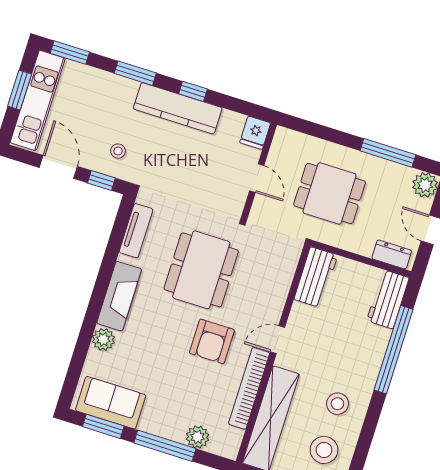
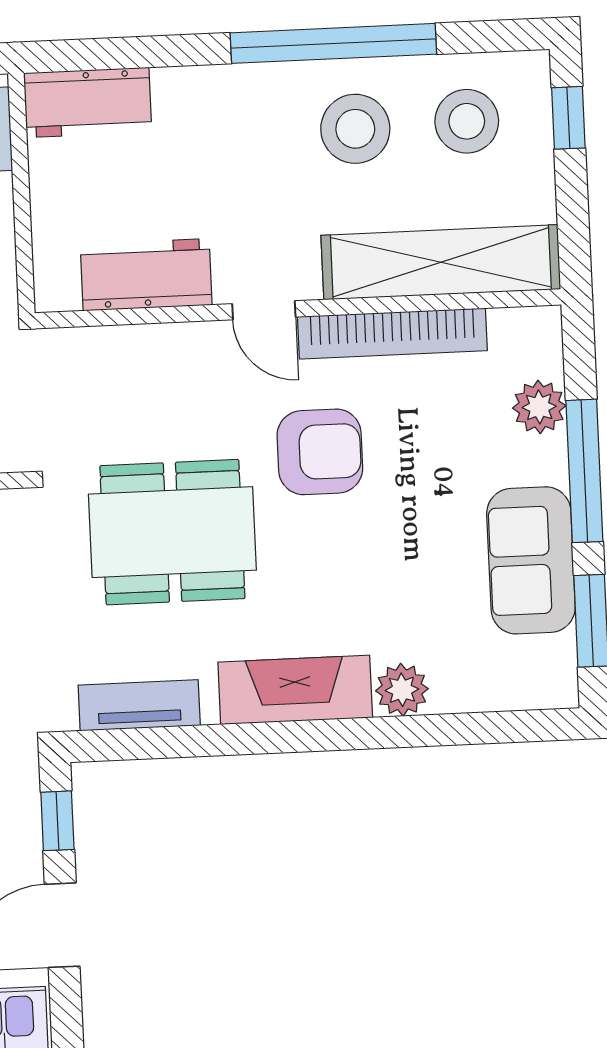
workbench: (316, 277) -> (146, 275), moved
window: (394, 350) -> (333, 43), moved
sofa: (111, 403) -> (531, 560), moved
stool: (337, 404) -> (355, 129), width x1.38, depth x1.38

